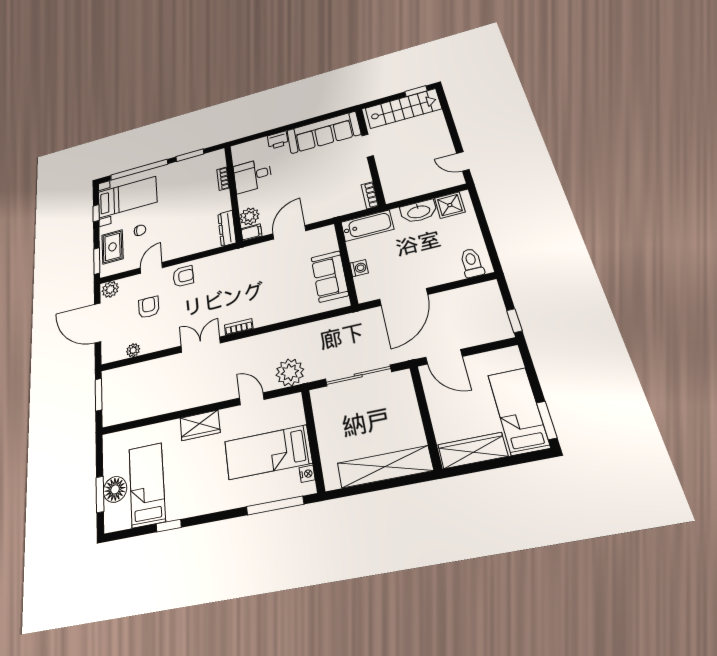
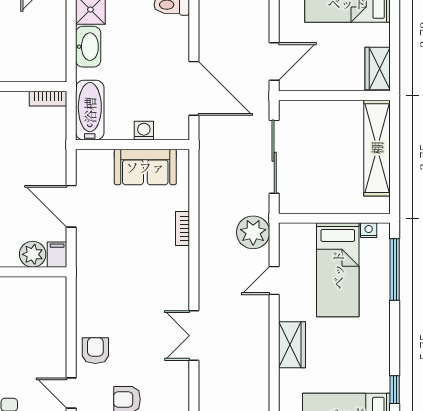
dresser: (227, 228) -> (42, 286), removed
bookcase: (239, 327) -> (182, 229), moved
wardrobe: (473, 450) -> (378, 68), width x0.67

